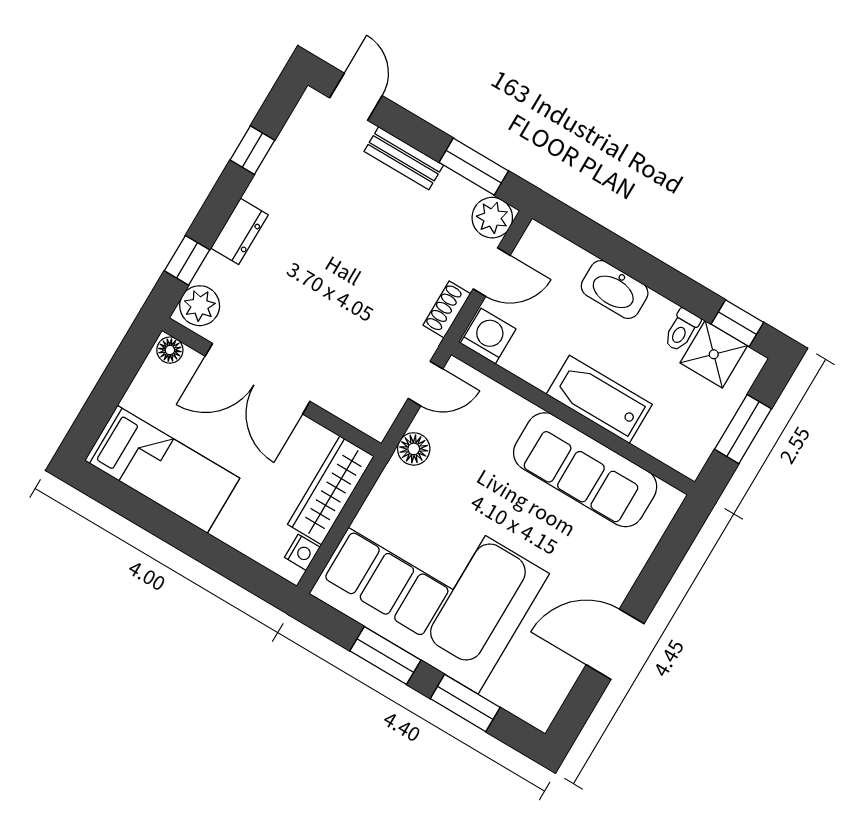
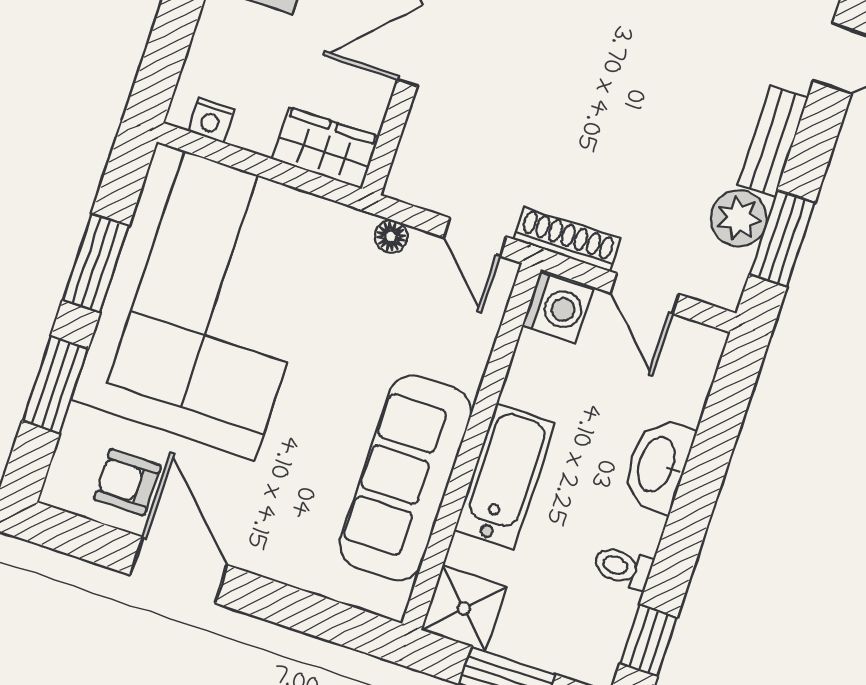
plant: (492, 218) -> (739, 219), moved
shoe rack: (447, 309) -> (567, 239), width x1.43
shower: (714, 354) -> (464, 608), moved
floor lamp: (414, 449) -> (391, 237), width x0.73, depth x0.73
wardrobe: (331, 490) -> (325, 148), width x0.67
armchair: (545, 667) -> (127, 482), added

